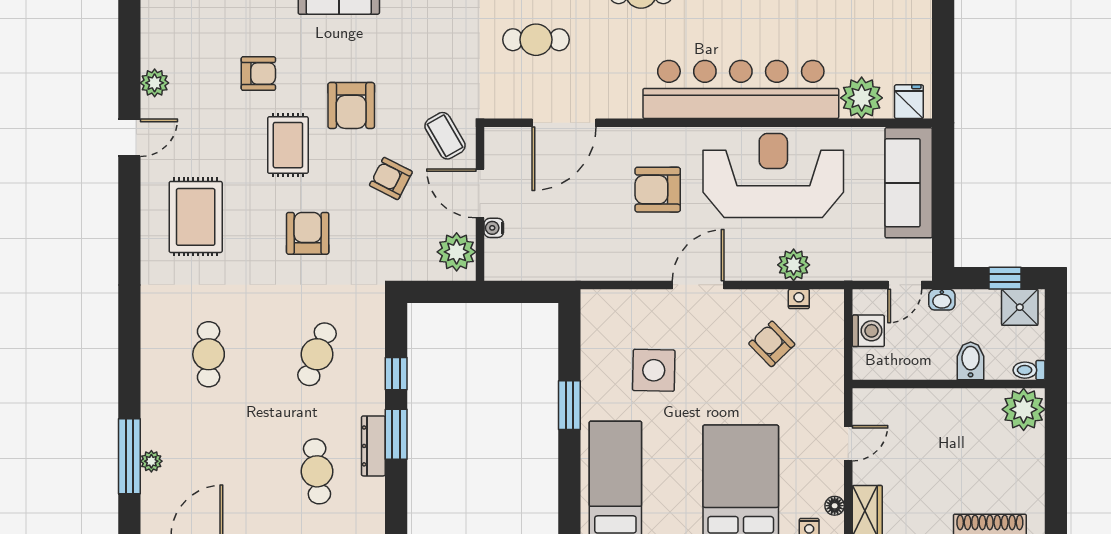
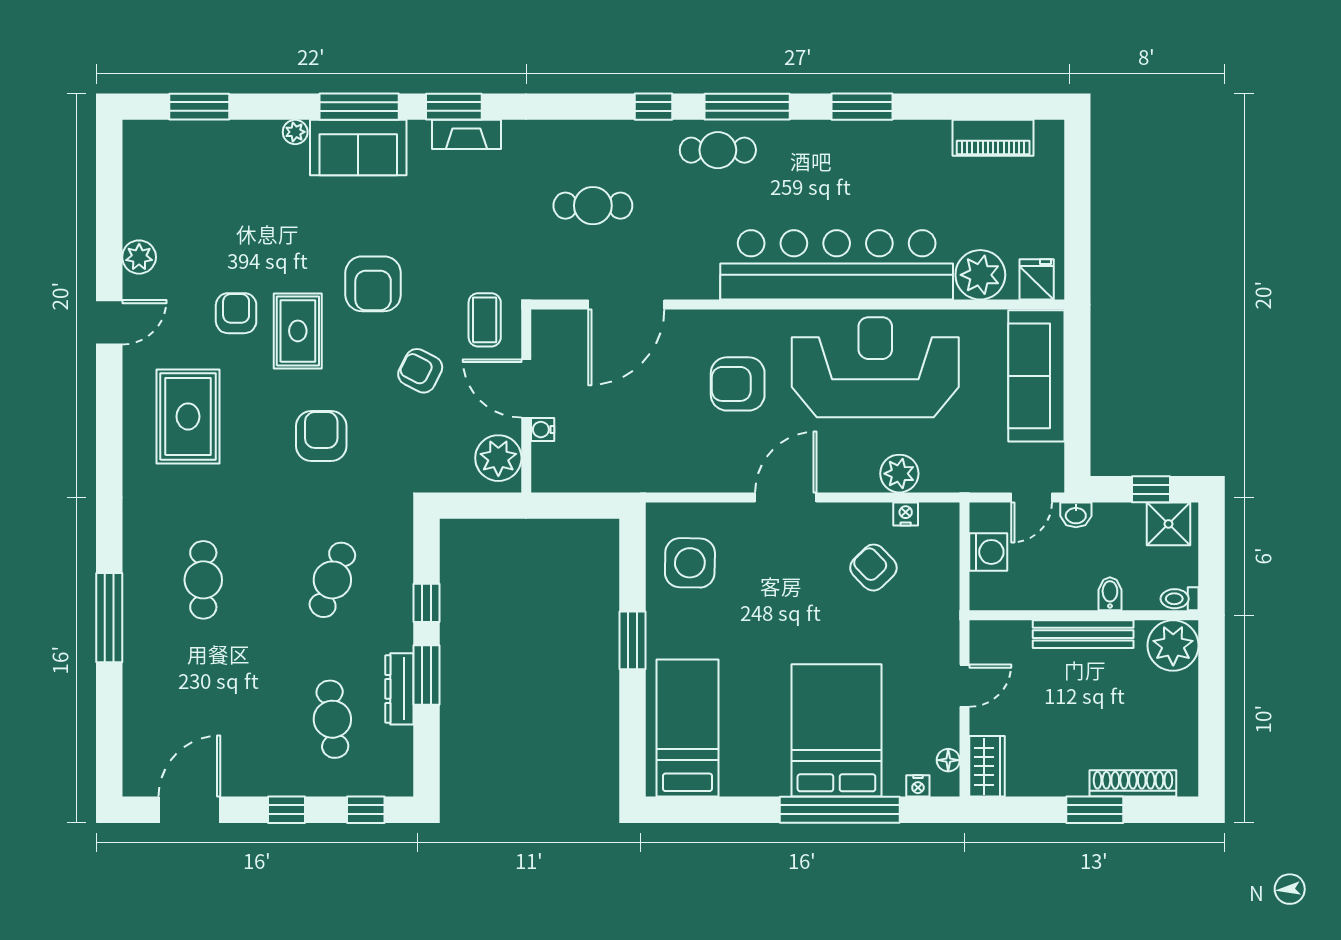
armchair: (258, 74) -> (236, 313), moved, turned -90
coffee table: (445, 136) -> (485, 320), turned 30
bidet: (971, 361) -> (1110, 594), width x0.72, depth x0.74
side table: (654, 370) -> (690, 563), moved
bench: (948, 400) -> (1083, 634), added
window: (129, 456) -> (109, 618), moved
plant: (151, 461) -> (135, 707), removed

